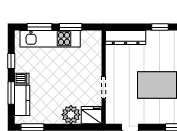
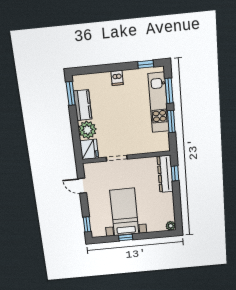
window: (160, 27) -> (175, 173), moved
window: (11, 61) -> (146, 64), moved
window: (11, 93) -> (102, 69), removed
kitchen counter: (22, 100) -> (83, 105), moved, turned -90

